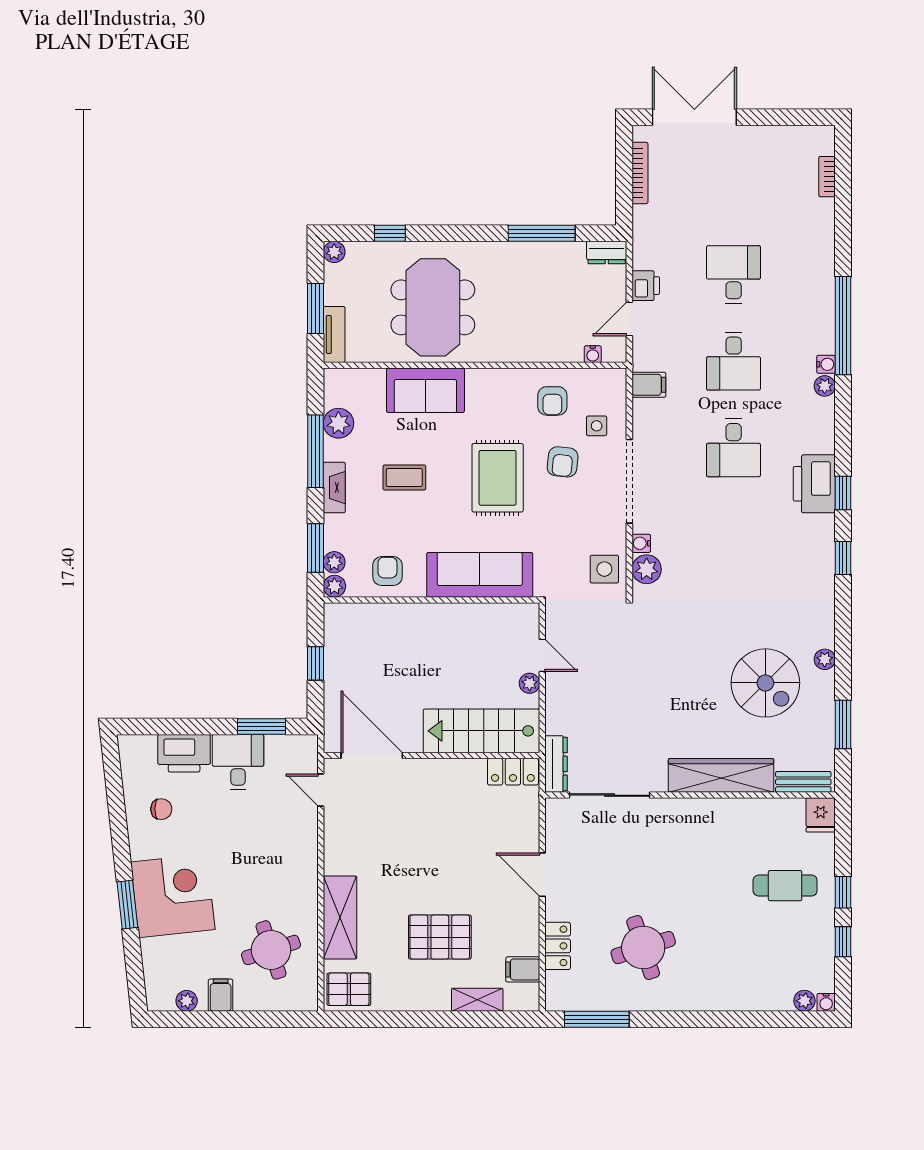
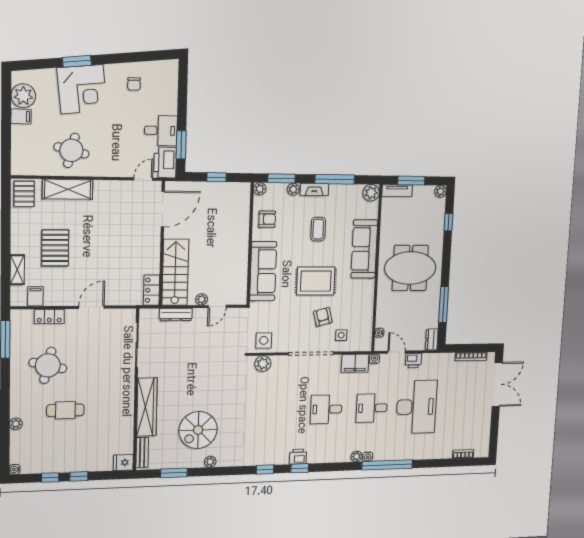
desk: (734, 275) -> (416, 407), width x1.87, depth x1.30
meeting table: (433, 307) -> (410, 268), moved
filing cabinet: (649, 385) -> (355, 363), width x2.00
sofa: (425, 390) -> (364, 249), width x1.36
armchair: (552, 401) -> (356, 311), removed
plant: (338, 423) -> (371, 193), moved
armchair: (563, 462) -> (323, 317), turned 69
printer: (814, 484) -> (298, 457), width x0.53, depth x0.68
water cooler: (641, 543) -> (374, 359), moved
plant: (334, 562) -> (293, 189), moved
printer: (184, 753) -> (165, 163), moved
dresser: (556, 764) -> (176, 314), moved
cafe table: (785, 886) -> (65, 410), moved, turned 90
round table: (643, 948) -> (48, 365), turned 31
round table: (271, 950) -> (71, 150), moved, turned 32
plant: (187, 1001) -> (23, 96), width x1.88, depth x1.88
plant: (804, 1001) -> (16, 424), moved

